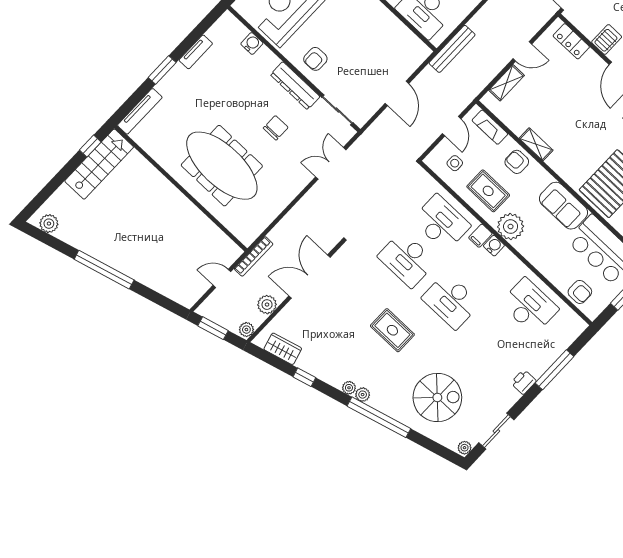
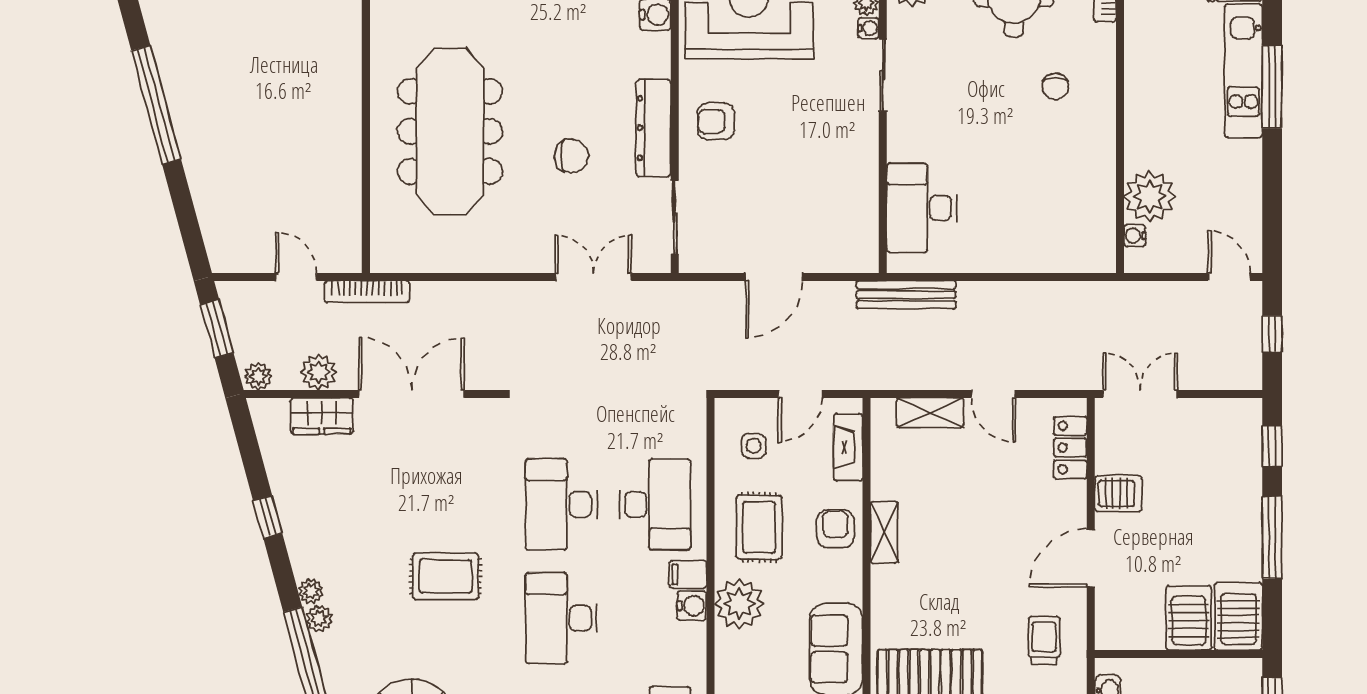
rug: (392, 330) -> (445, 576), turned 90
wardrobe: (283, 349) -> (322, 416), moved, turned 105

